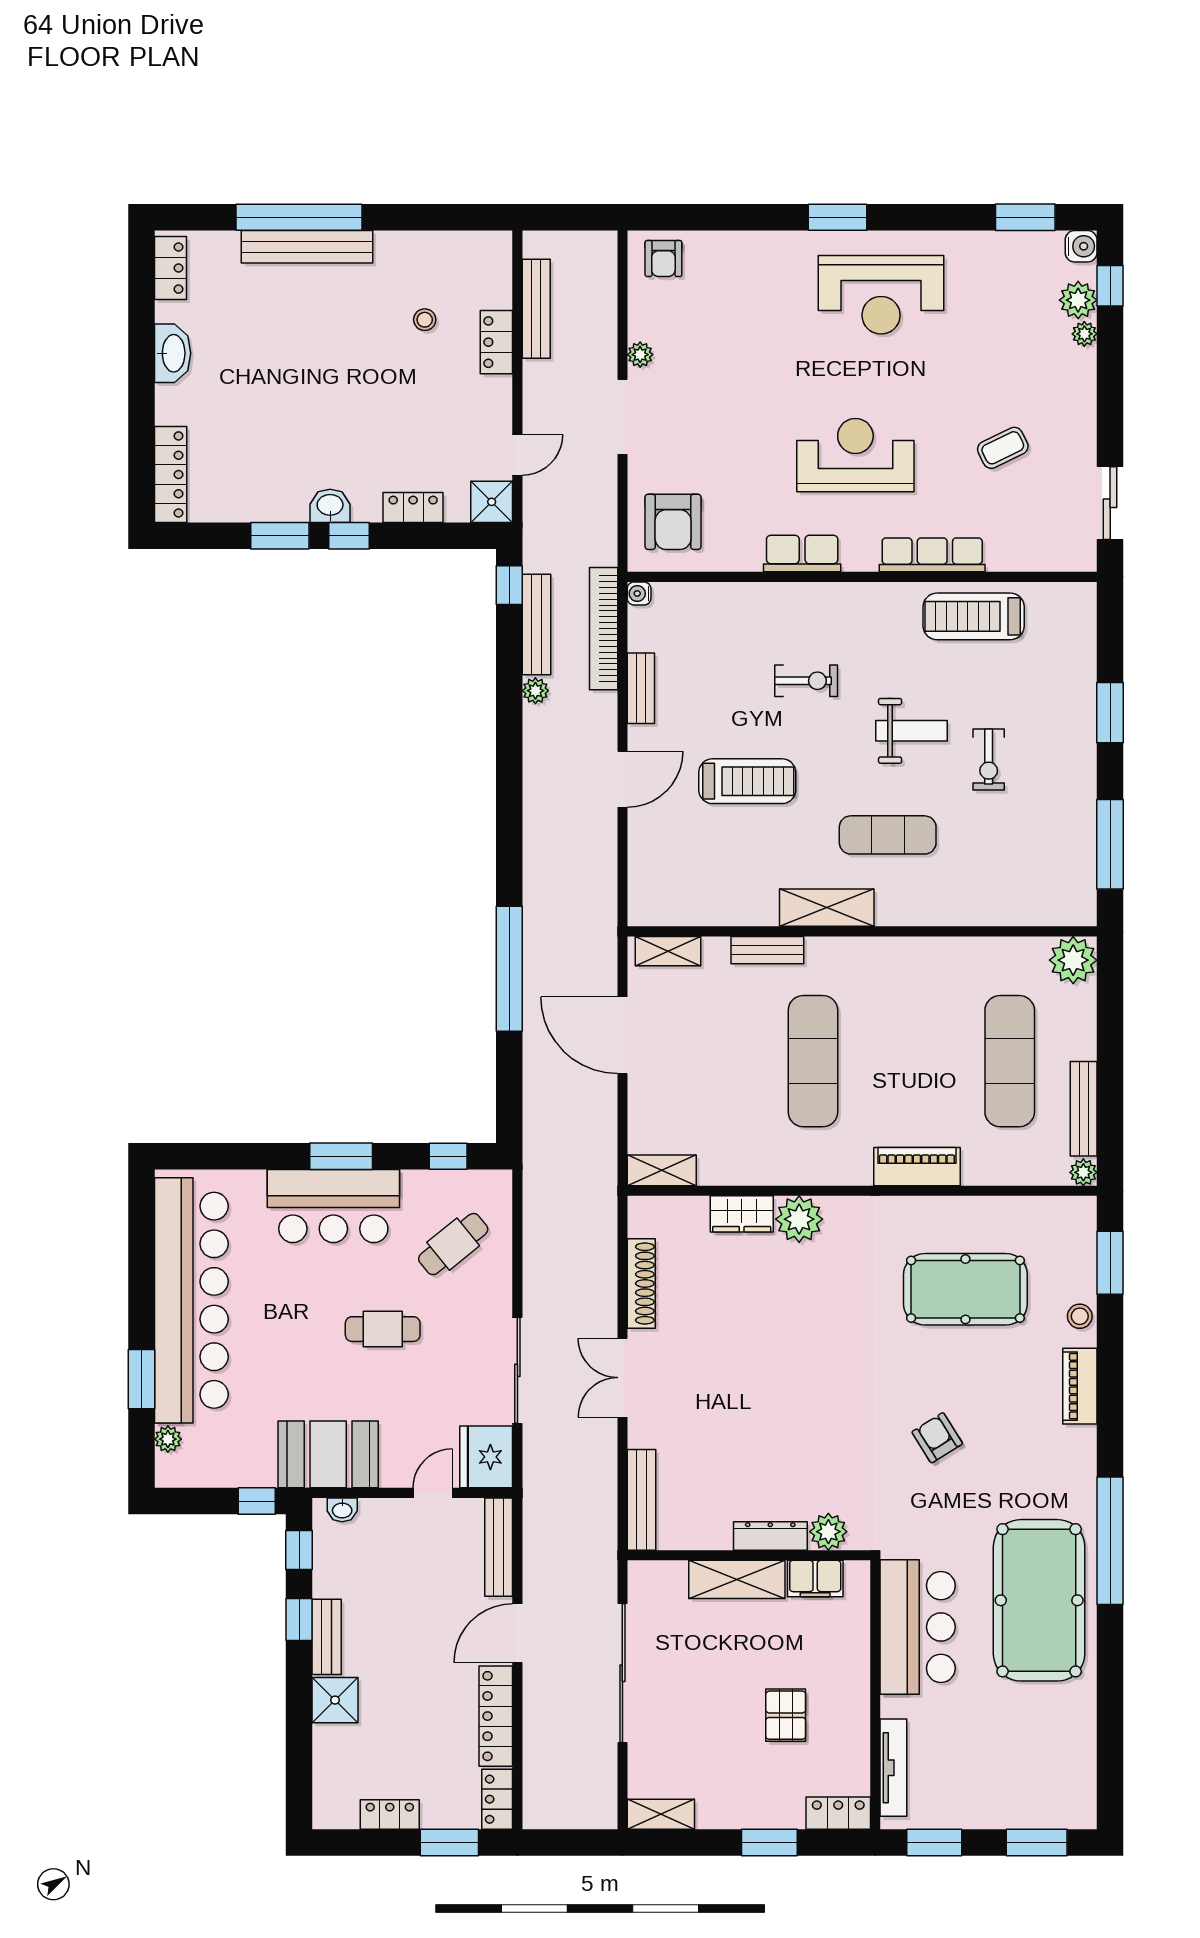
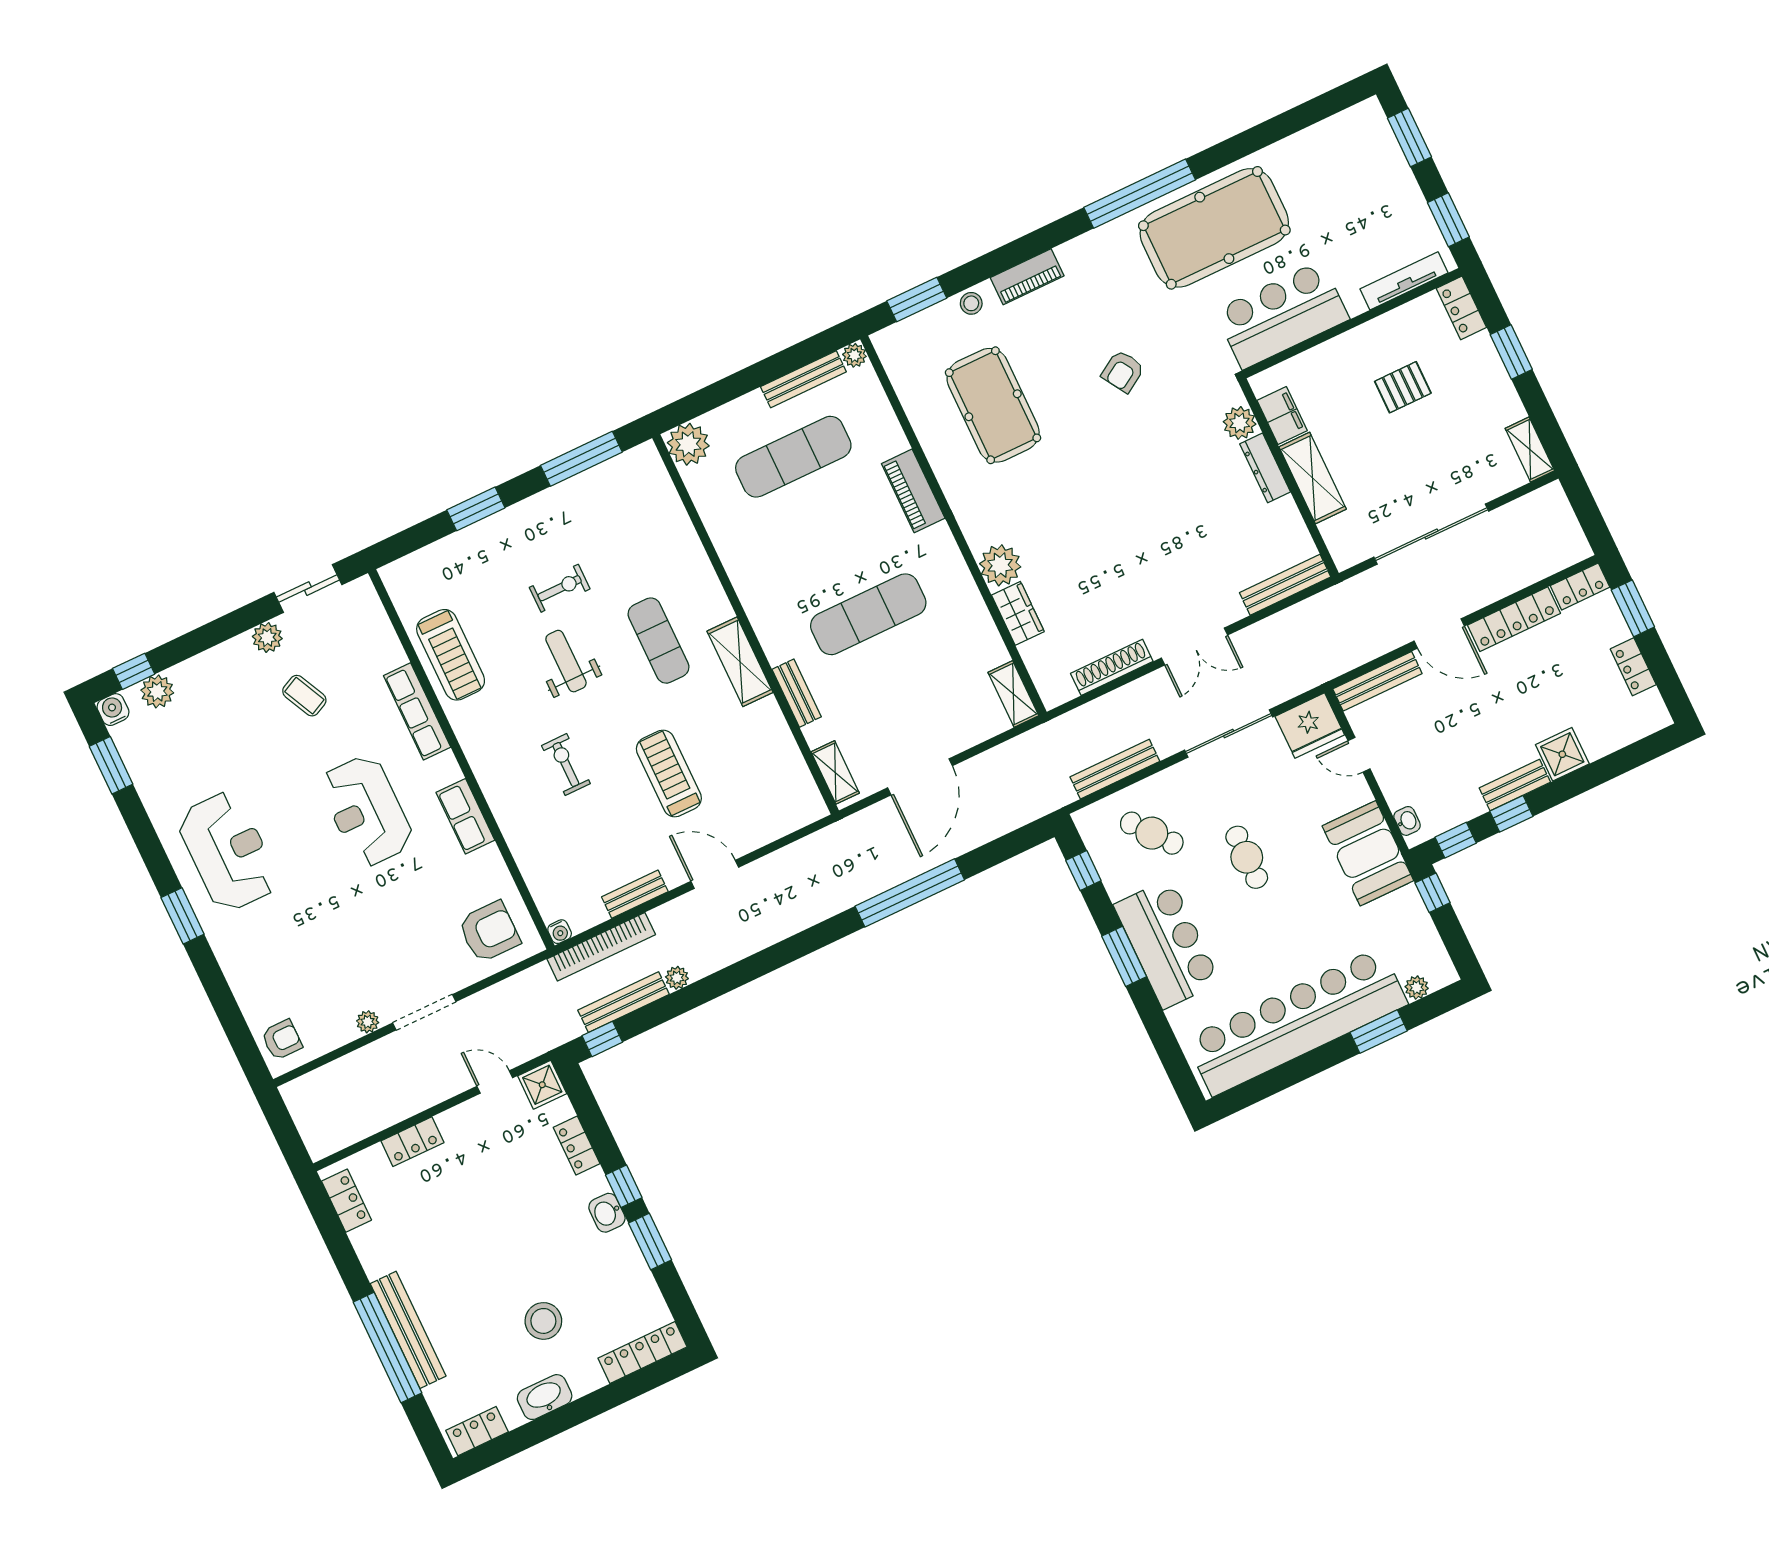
locker: (468, 247) -> (347, 1201), added
bench: (536, 309) -> (1115, 769), moved
stool: (425, 320) -> (543, 1321), moved, width x1.89, depth x1.89
plant: (1084, 334) -> (267, 638), moved, width x1.38, depth x1.38

